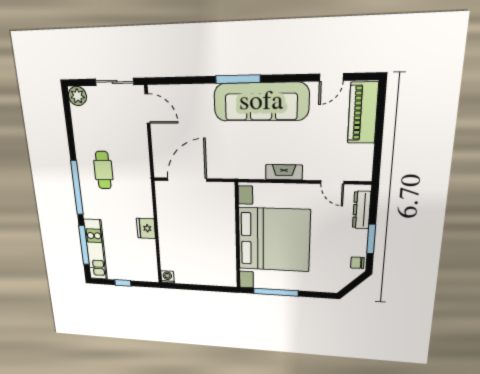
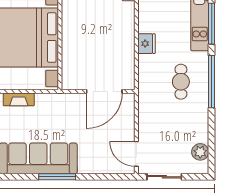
plant: (77, 96) -> (200, 152), moved
cafe table: (103, 170) -> (181, 82), moved

